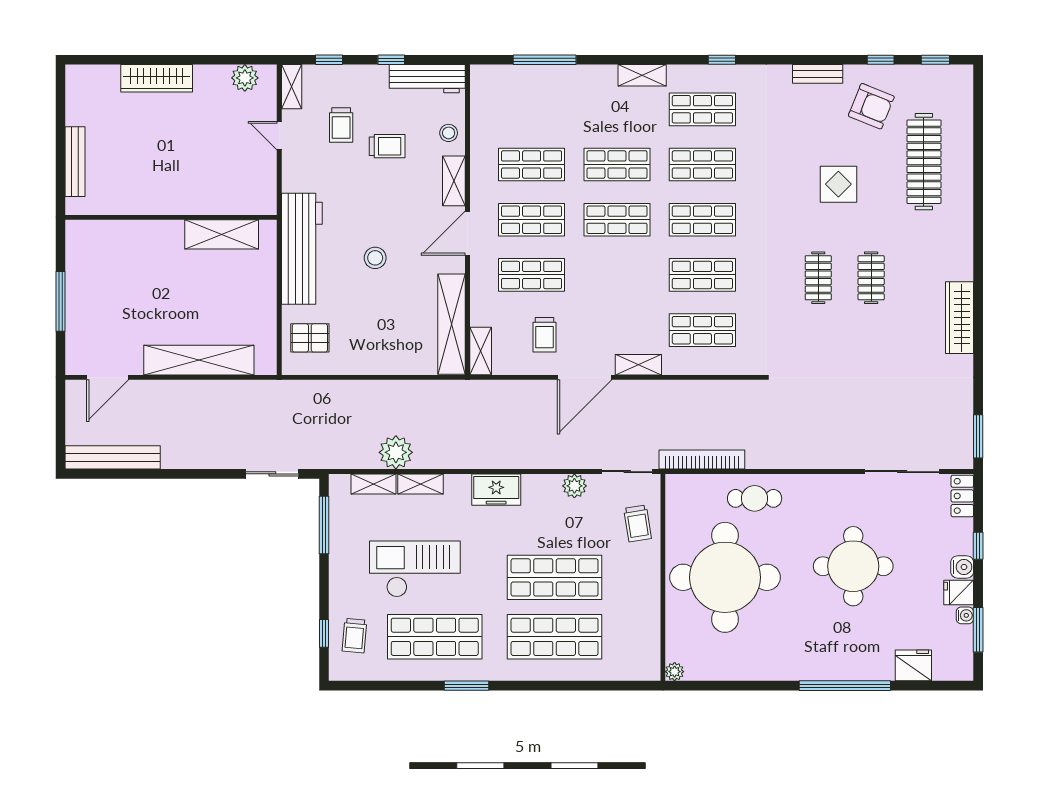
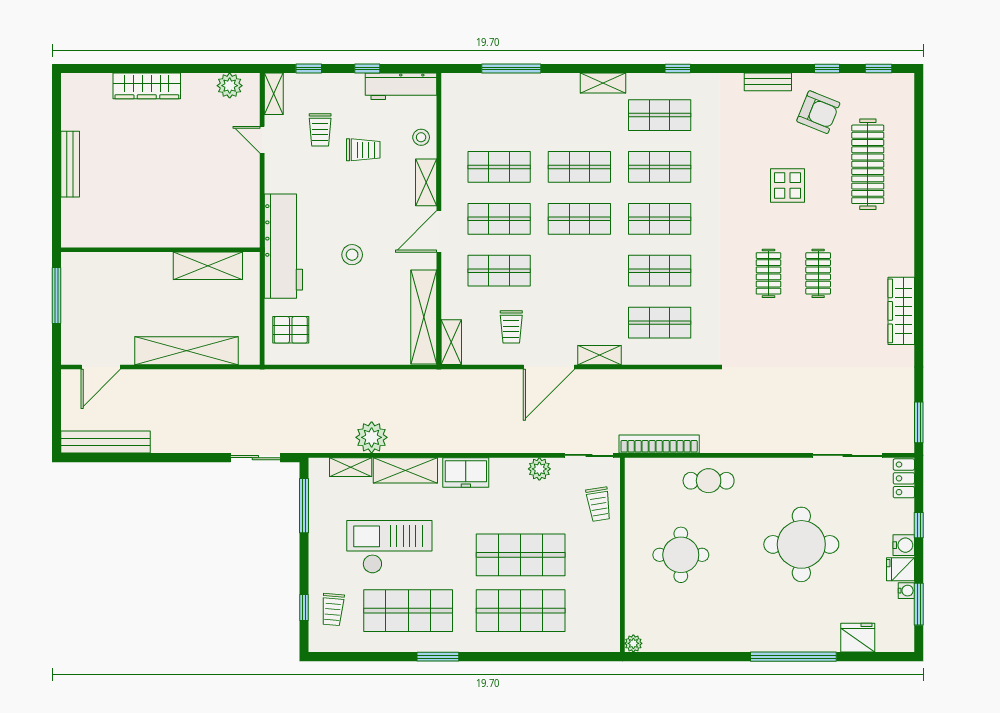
wall: (171, 217) -> (160, 250), moved
shelving: (222, 234) -> (208, 266), moved
shelving: (421, 484) -> (405, 470), width x1.50, depth x1.33
round table: (725, 577) -> (681, 555), width x0.54, depth x0.54

